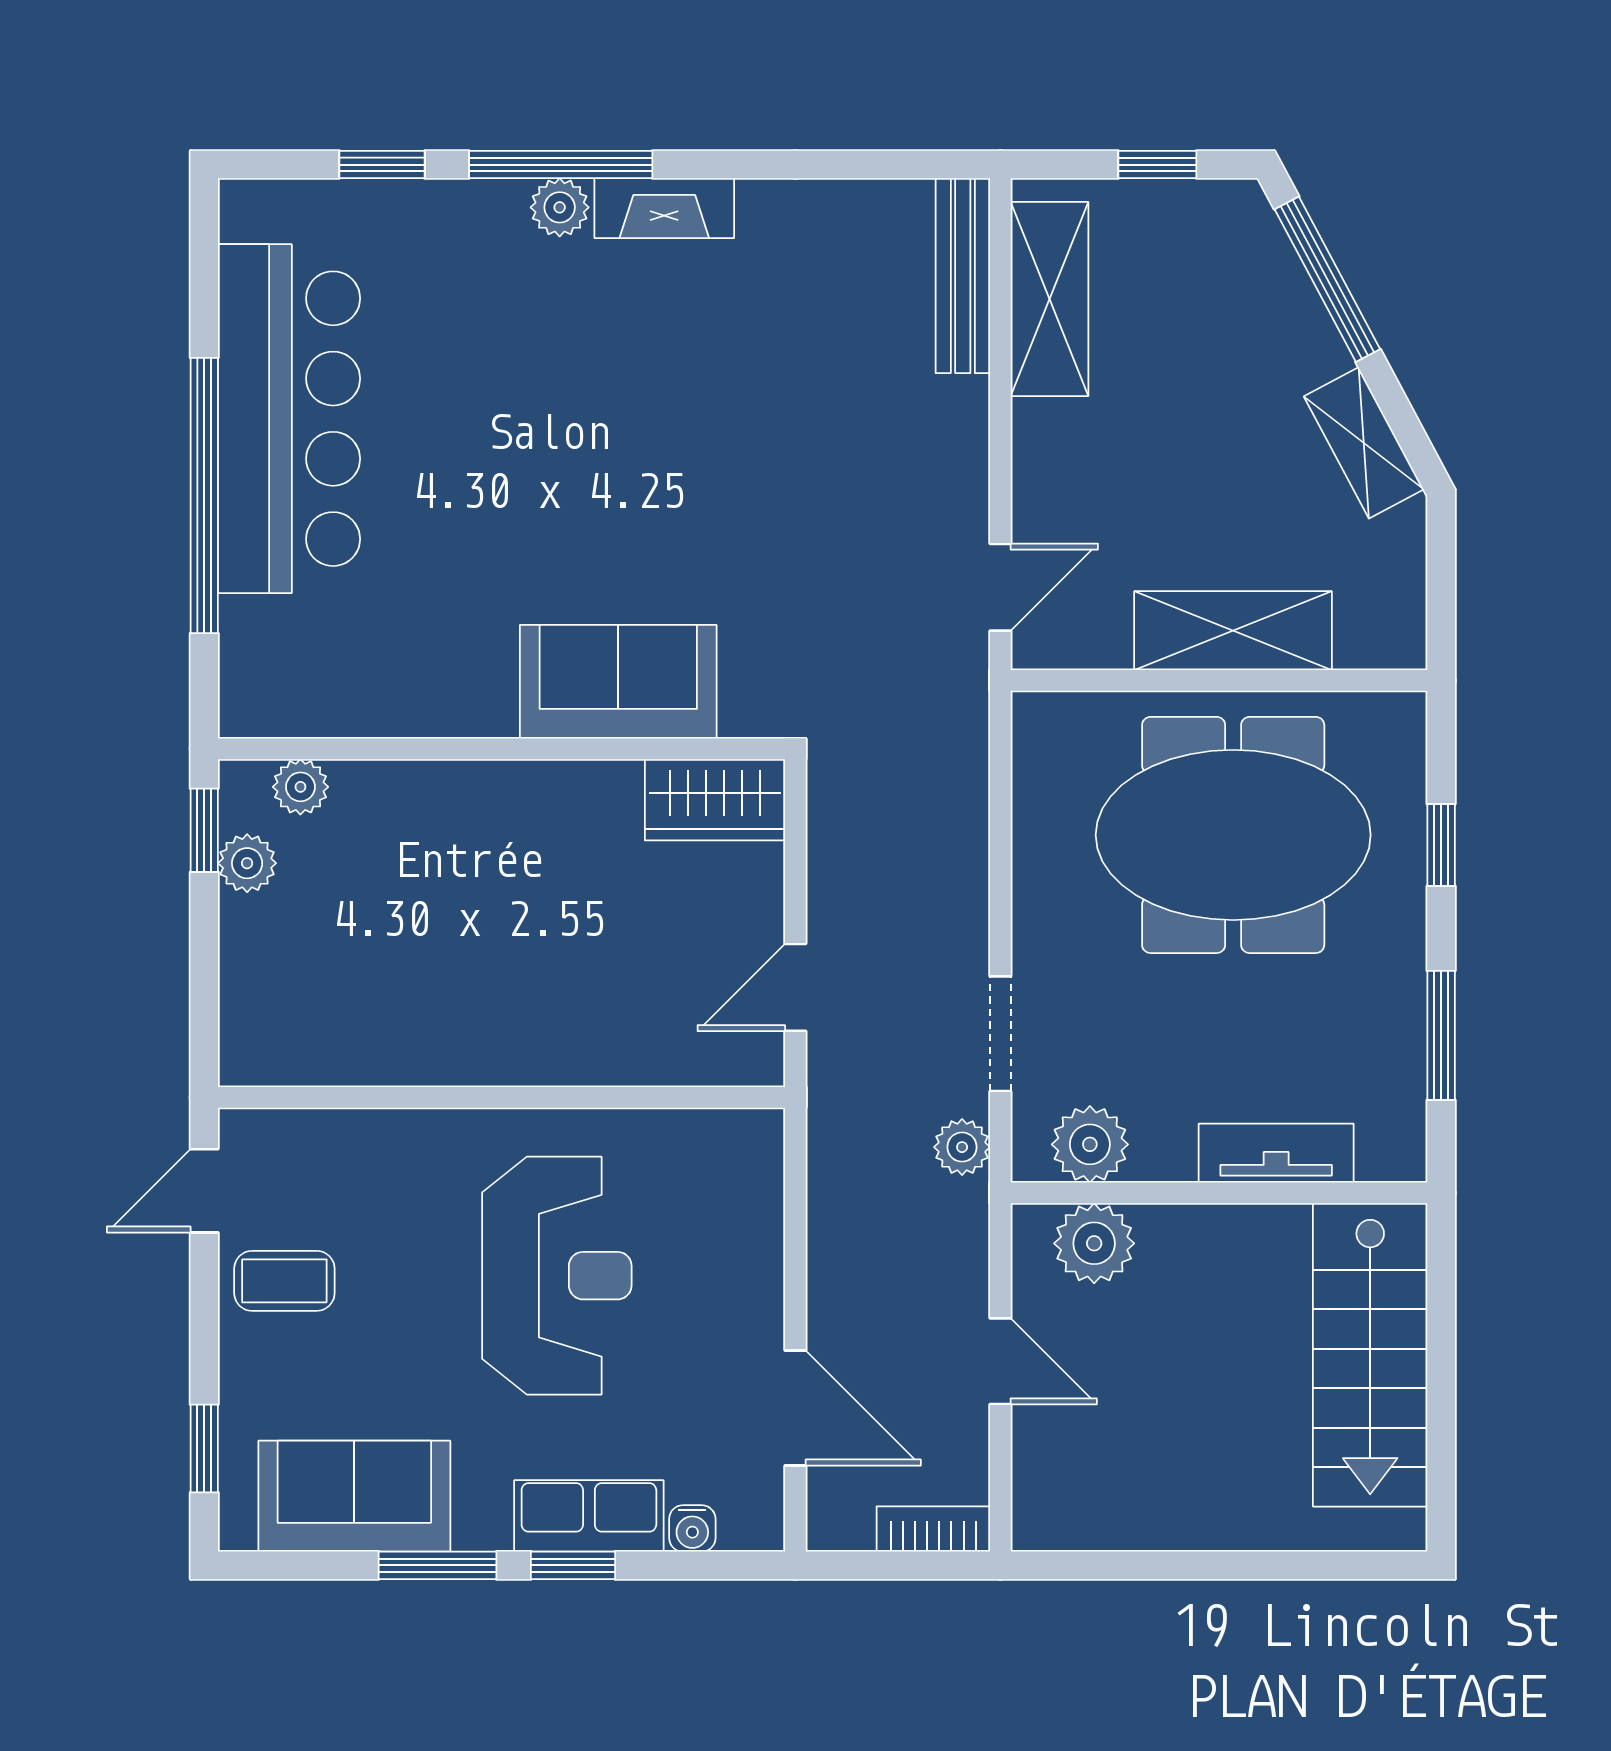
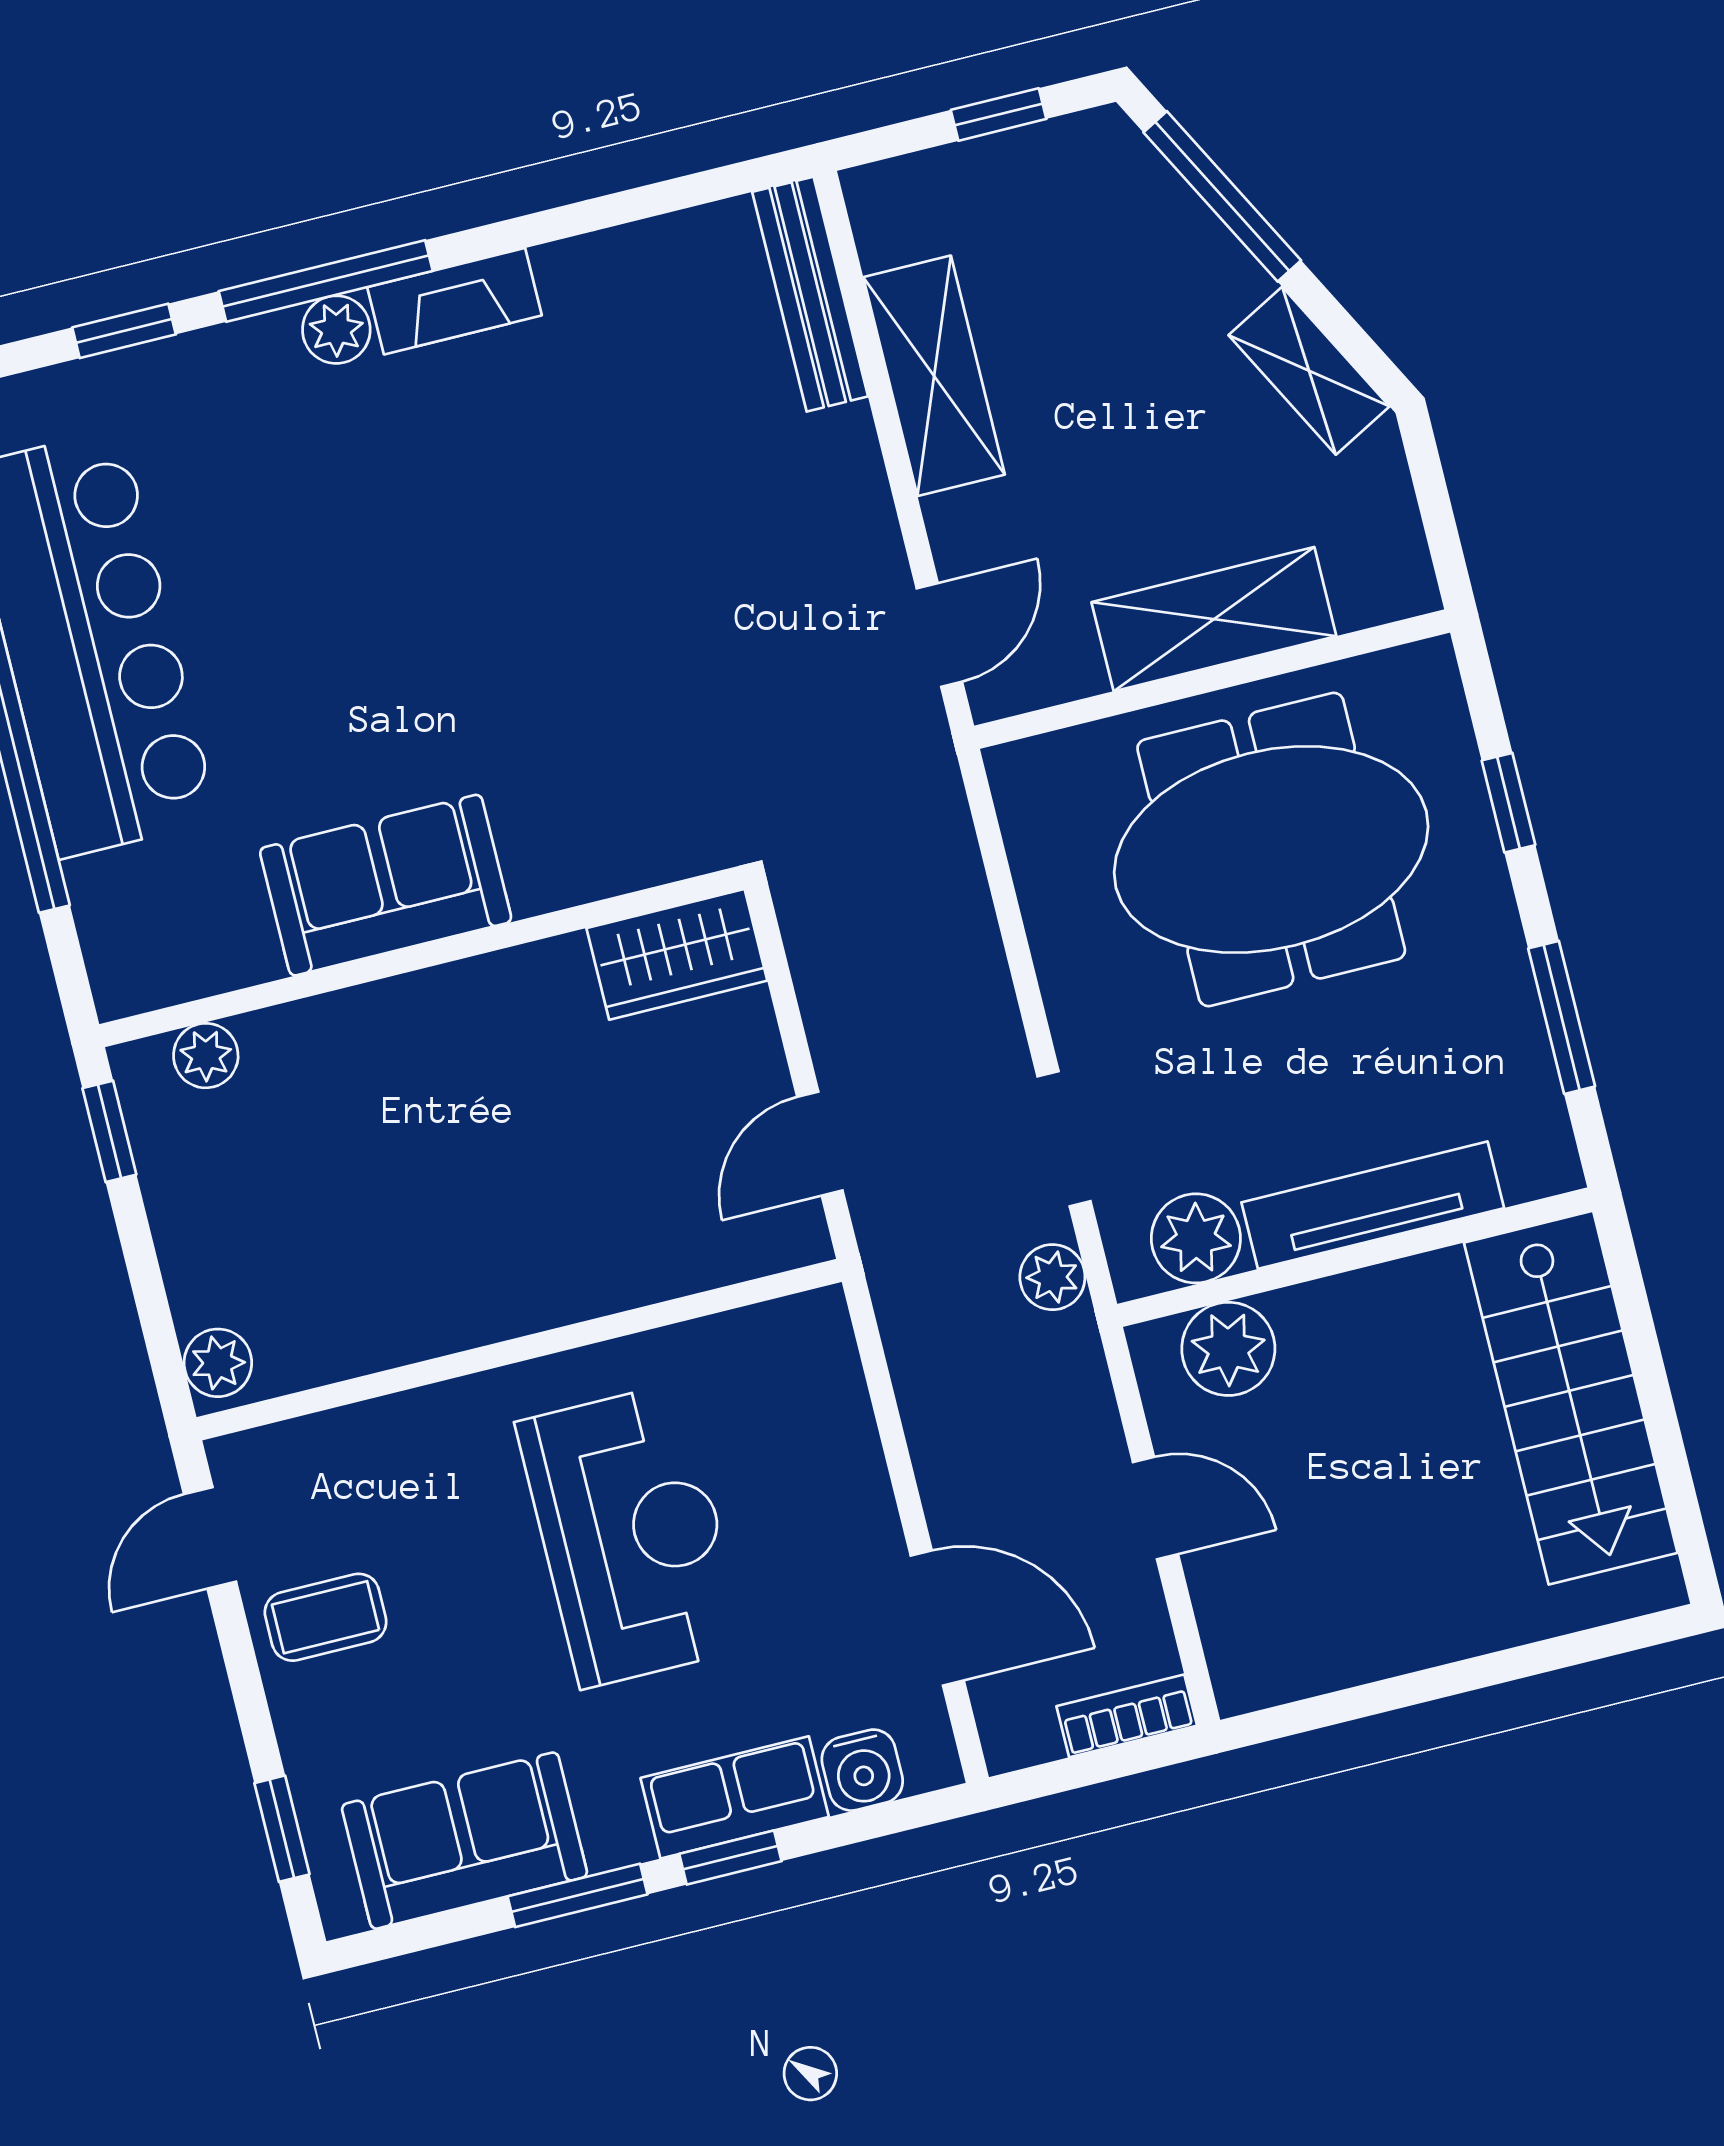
shelving: (1049, 299) -> (934, 376), moved
sofa: (618, 682) -> (386, 885), moved
plant: (247, 863) -> (218, 1363), moved
tv unit: (1276, 1153) -> (1373, 1205), width x1.41
water cooler: (692, 1528) -> (862, 1770), width x1.38, depth x1.38

